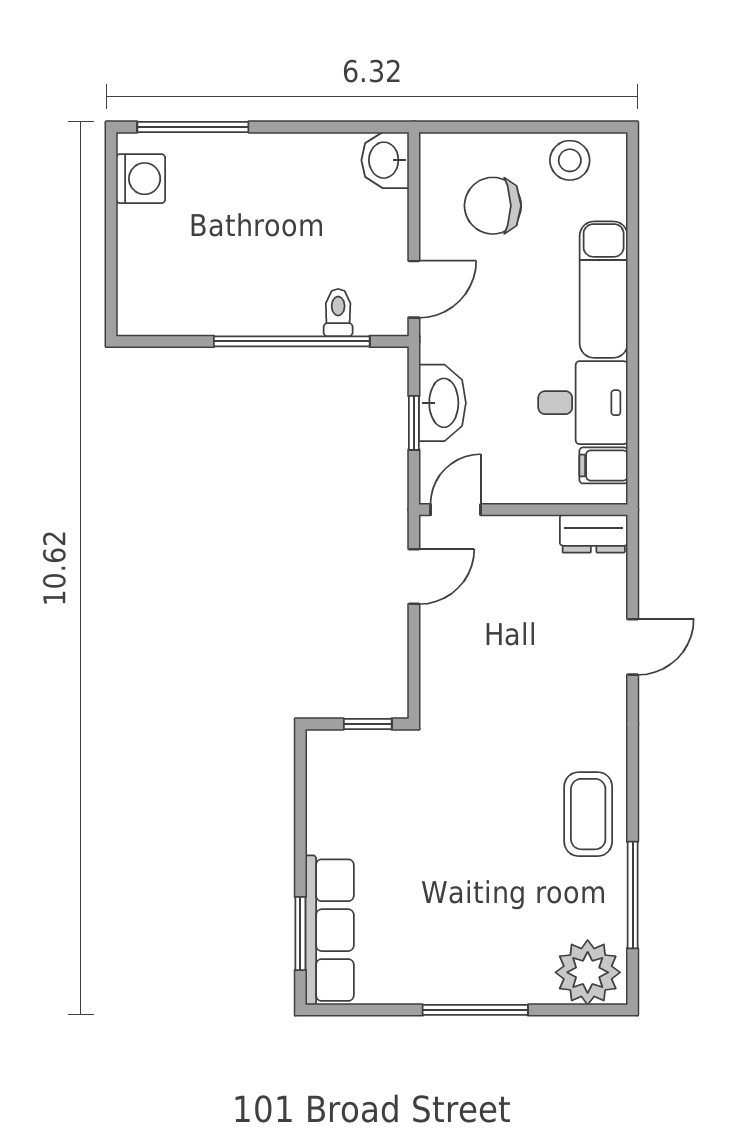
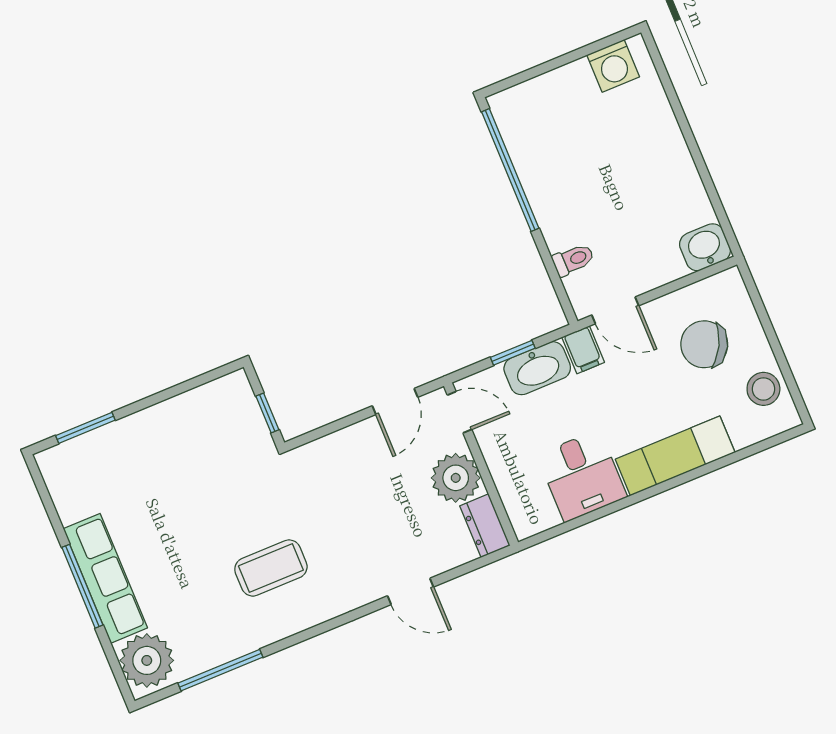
window: (193, 127) -> (669, 89), removed
chair: (493, 206) -> (704, 344), turned -62
window: (292, 341) -> (510, 170), moved
filing cabinet: (603, 465) -> (583, 350), moved, turned 180
plant: (527, 544) -> (456, 478), added
door: (414, 576) -> (395, 402), hinge flipped
coffee table: (588, 814) -> (271, 568), moved
row of seats: (330, 930) -> (105, 578), moved, turned -90

